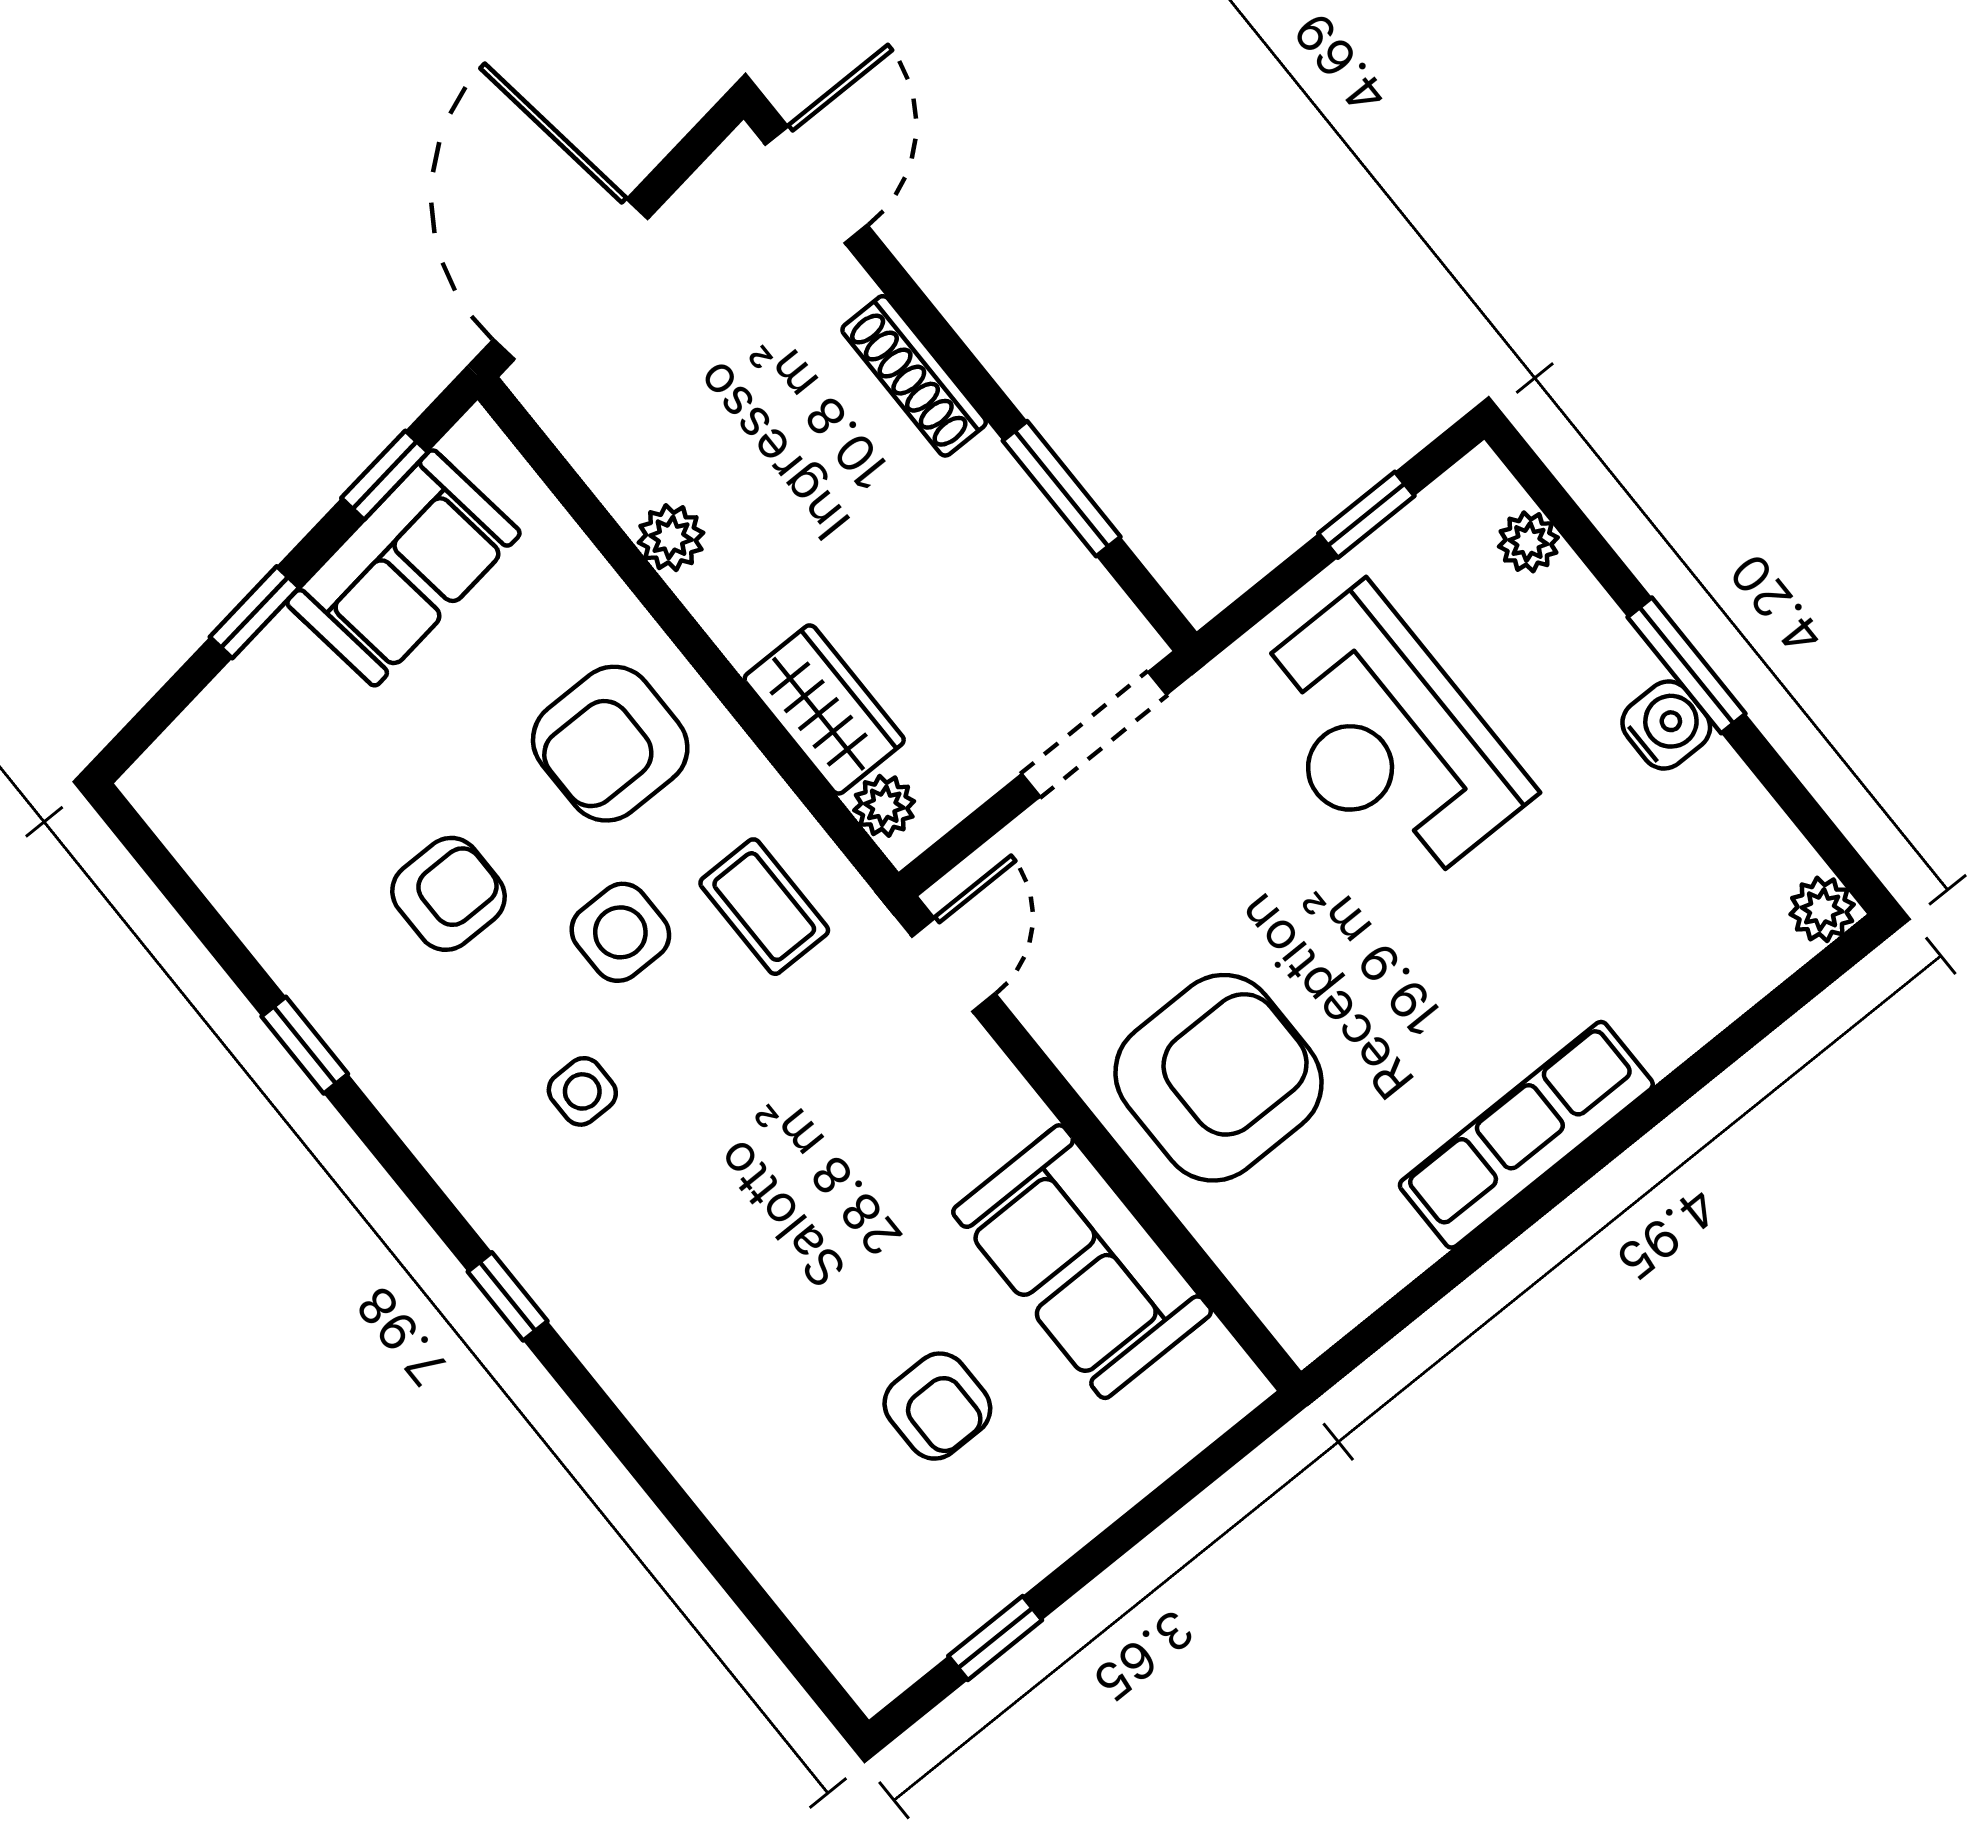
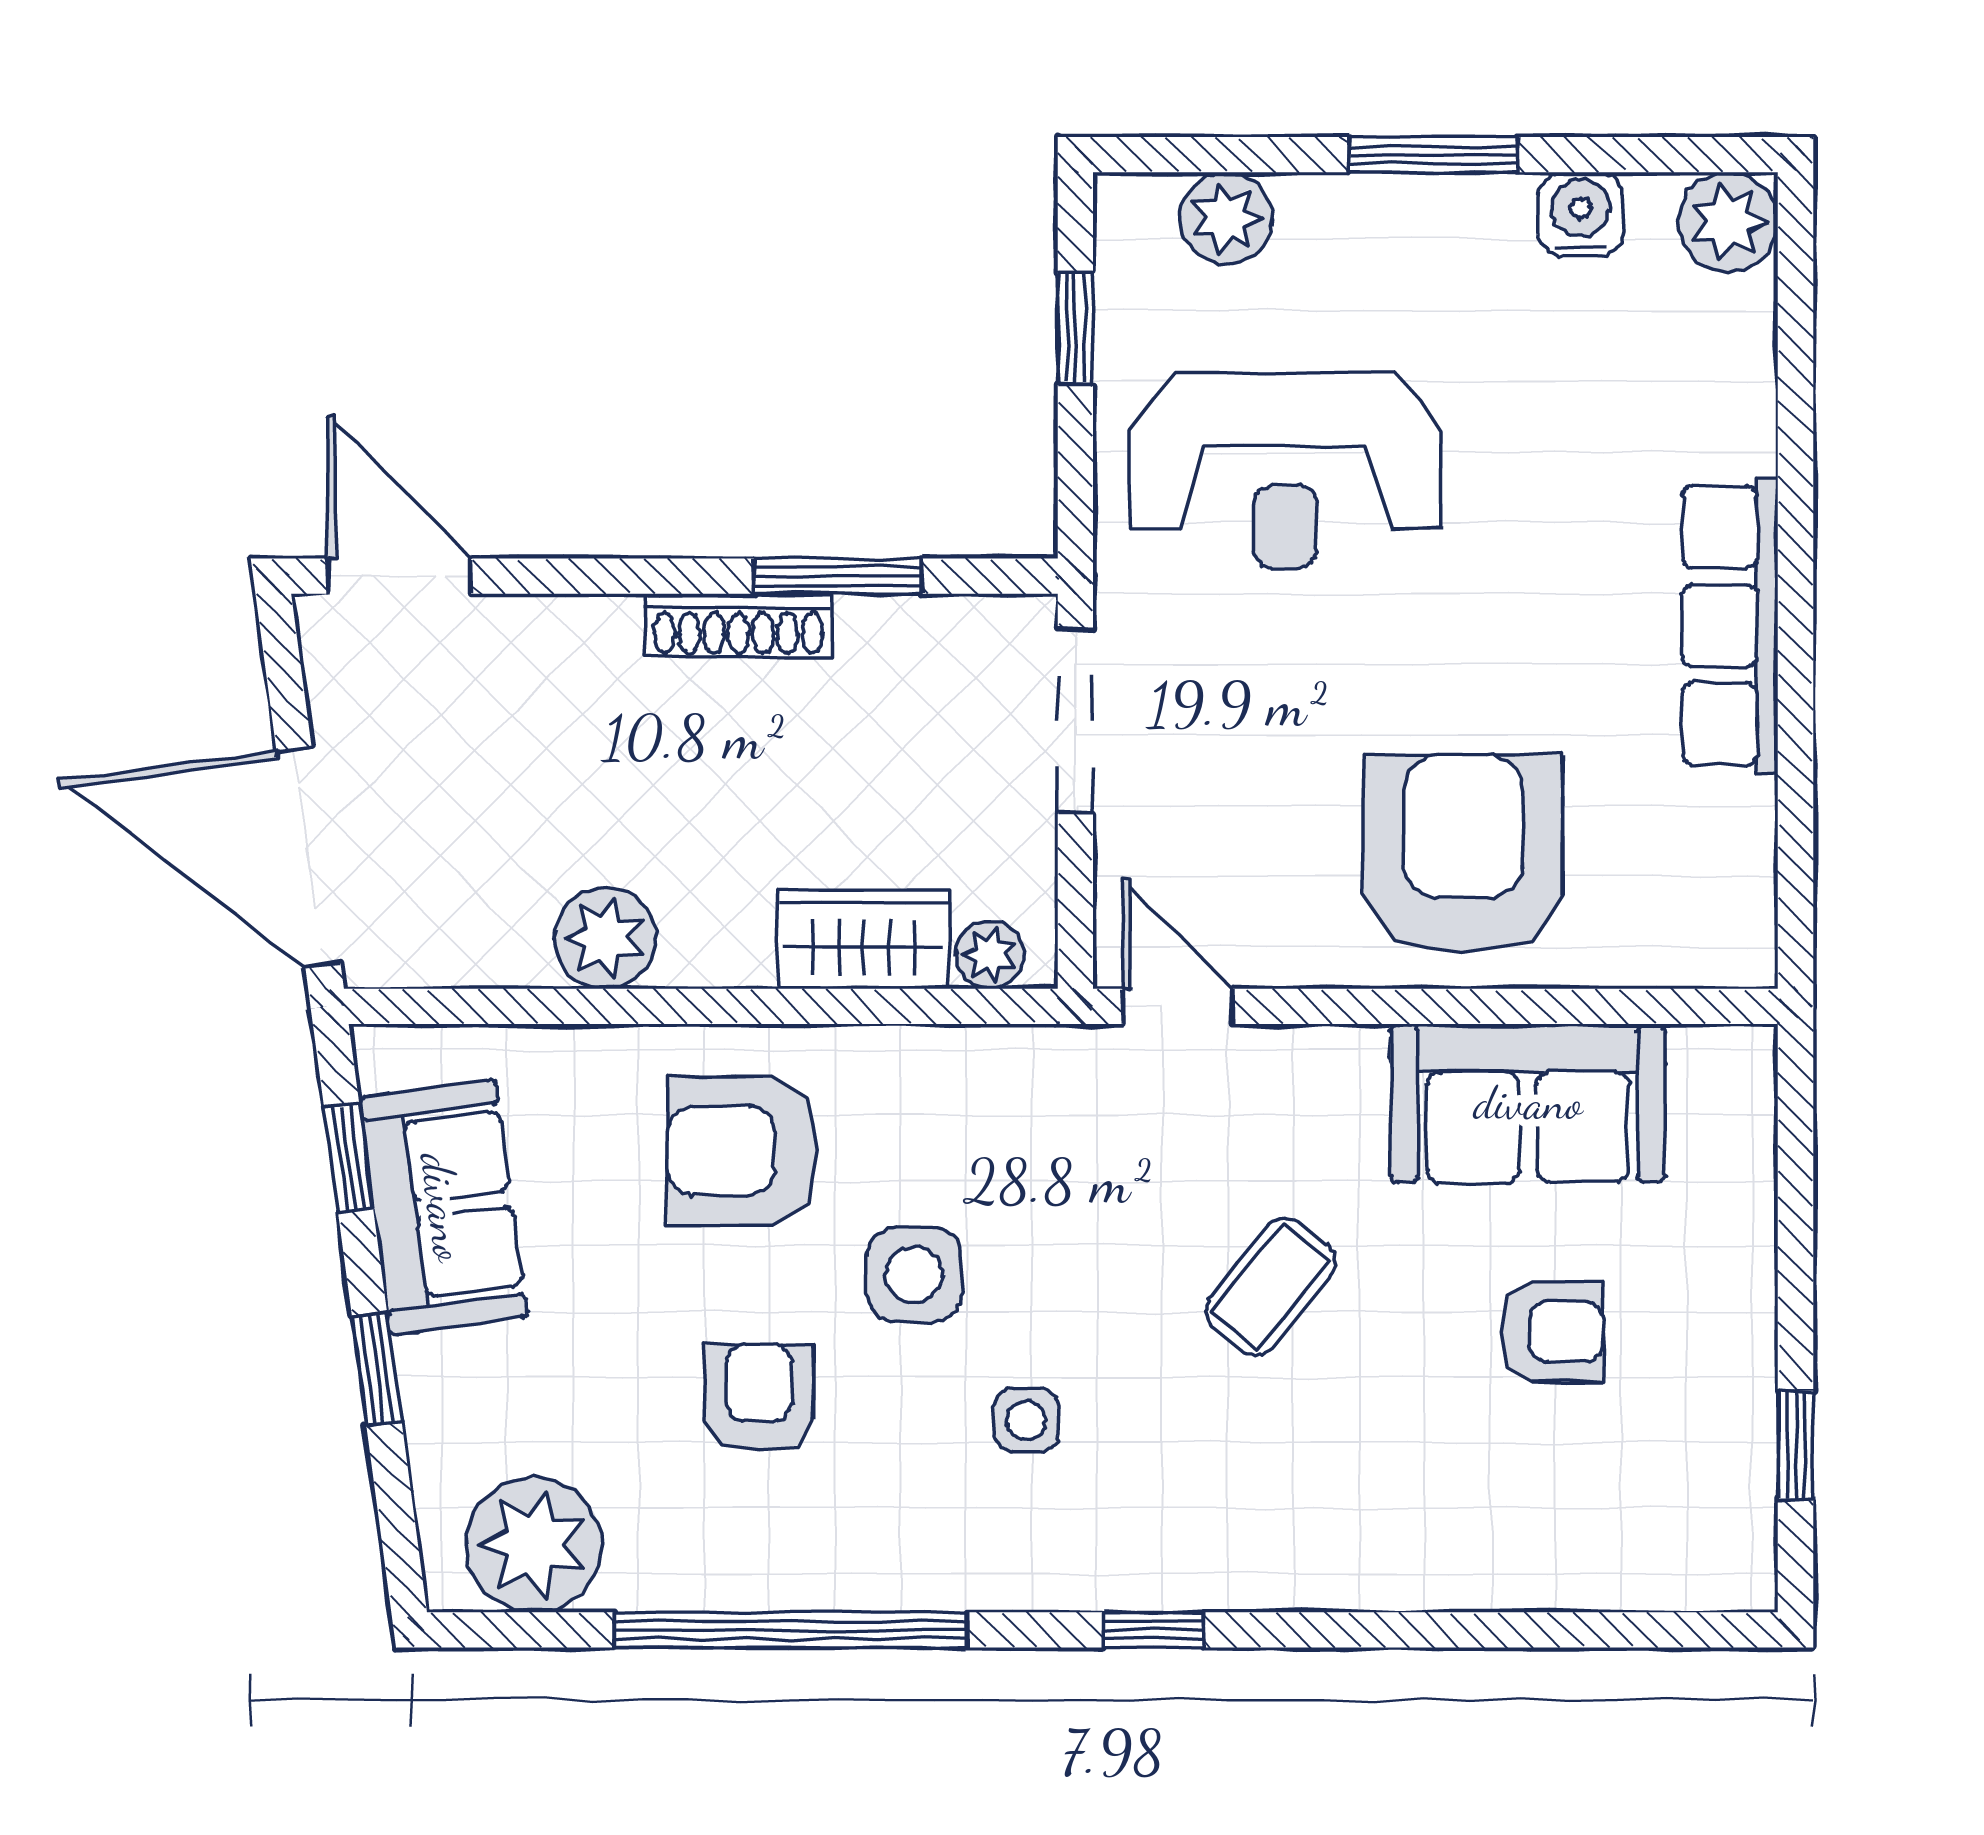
shoe rack: (914, 376) -> (739, 625), moved
plant: (671, 538) -> (605, 938), width x1.38, depth x1.38
plant: (1528, 542) -> (1226, 218), width x1.38, depth x1.38
water cooler: (1666, 725) -> (1581, 214), moved
armchair: (610, 744) -> (742, 1150), turned 90
plant: (221, 820) -> (534, 1544), added
coffee table: (764, 907) -> (1271, 1286), moved, turned -51
plant: (1822, 909) -> (1728, 222), width x1.38, depth x1.38
window: (305, 1045) -> (790, 1630), width x3.17

